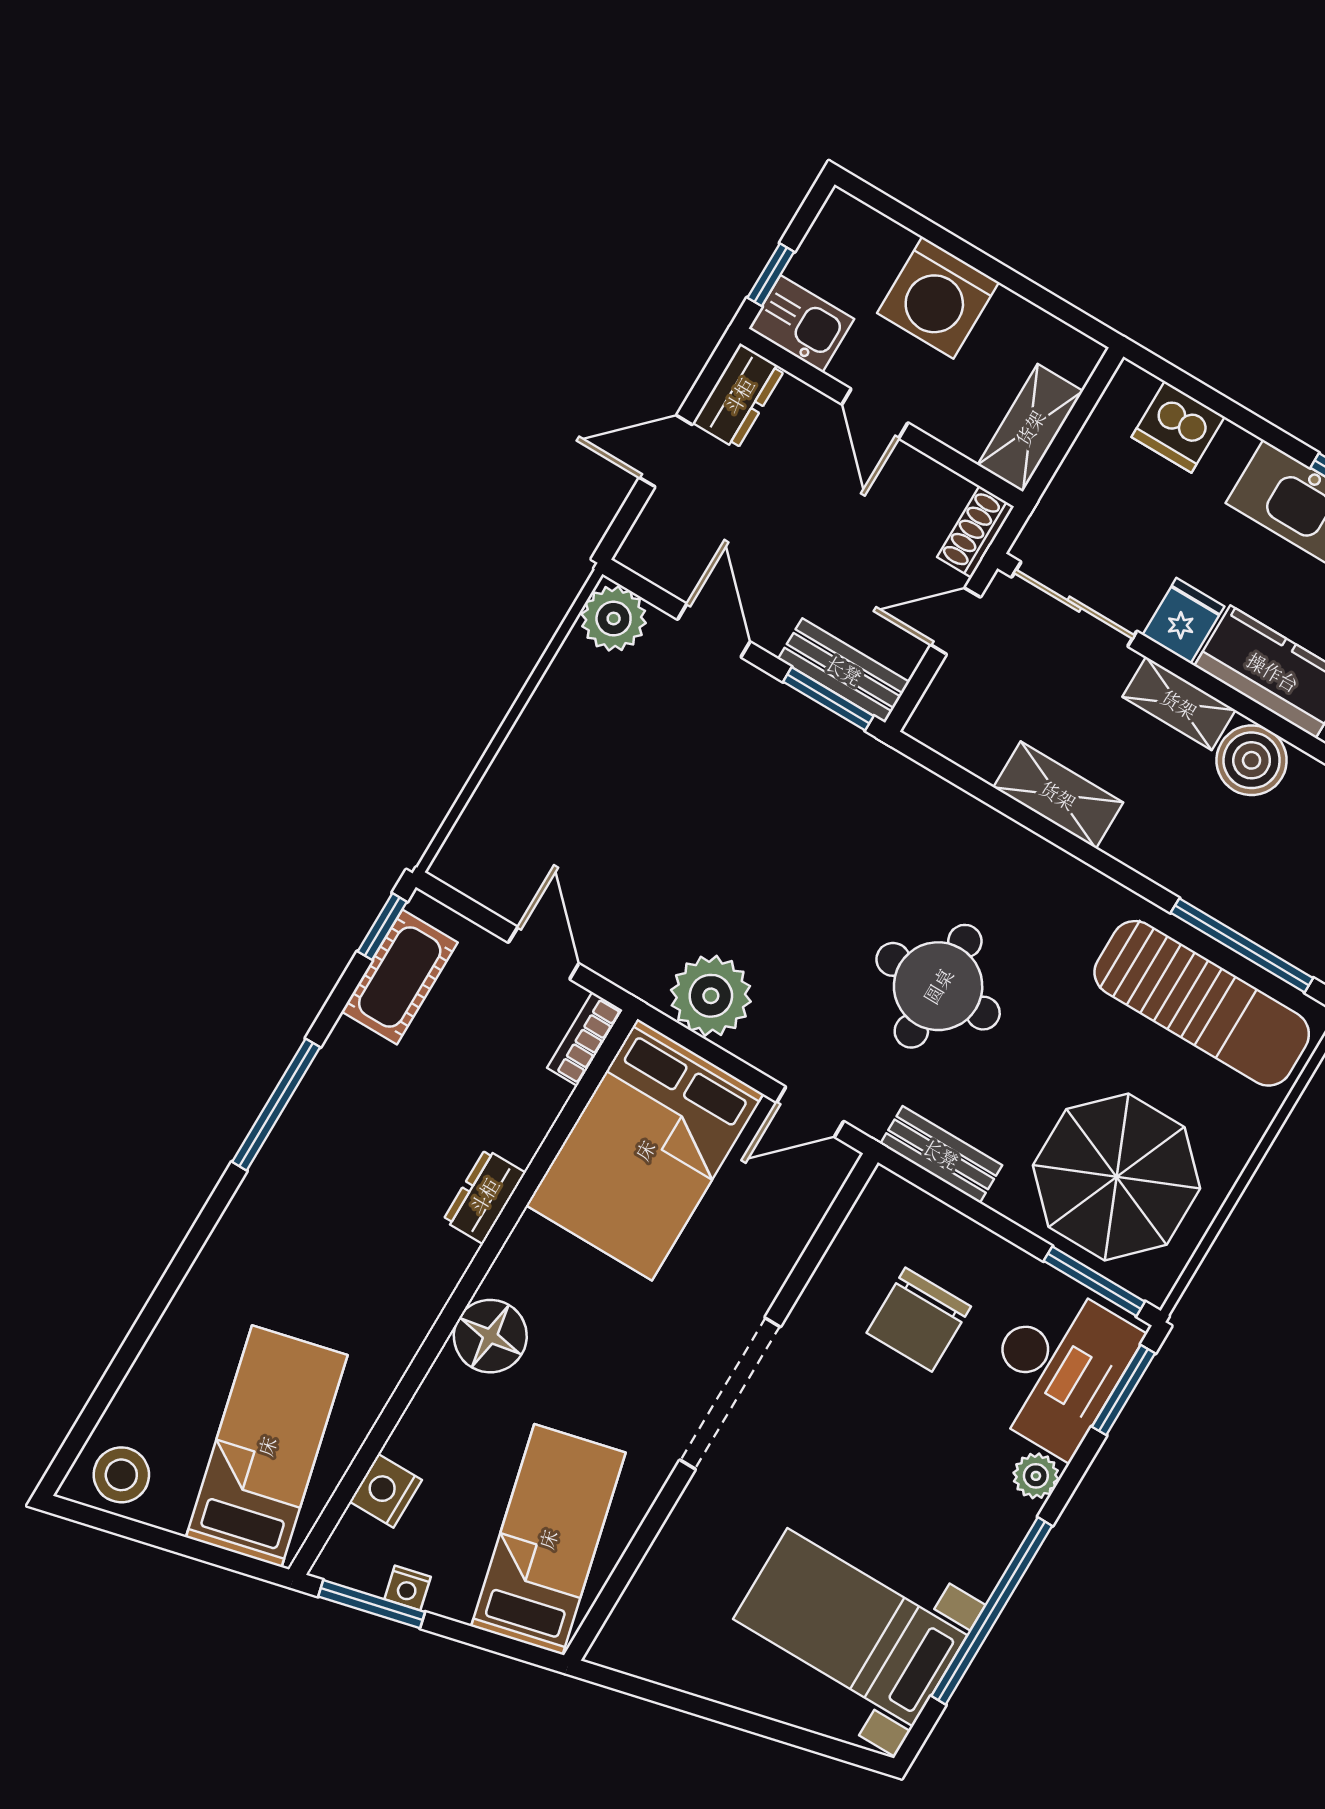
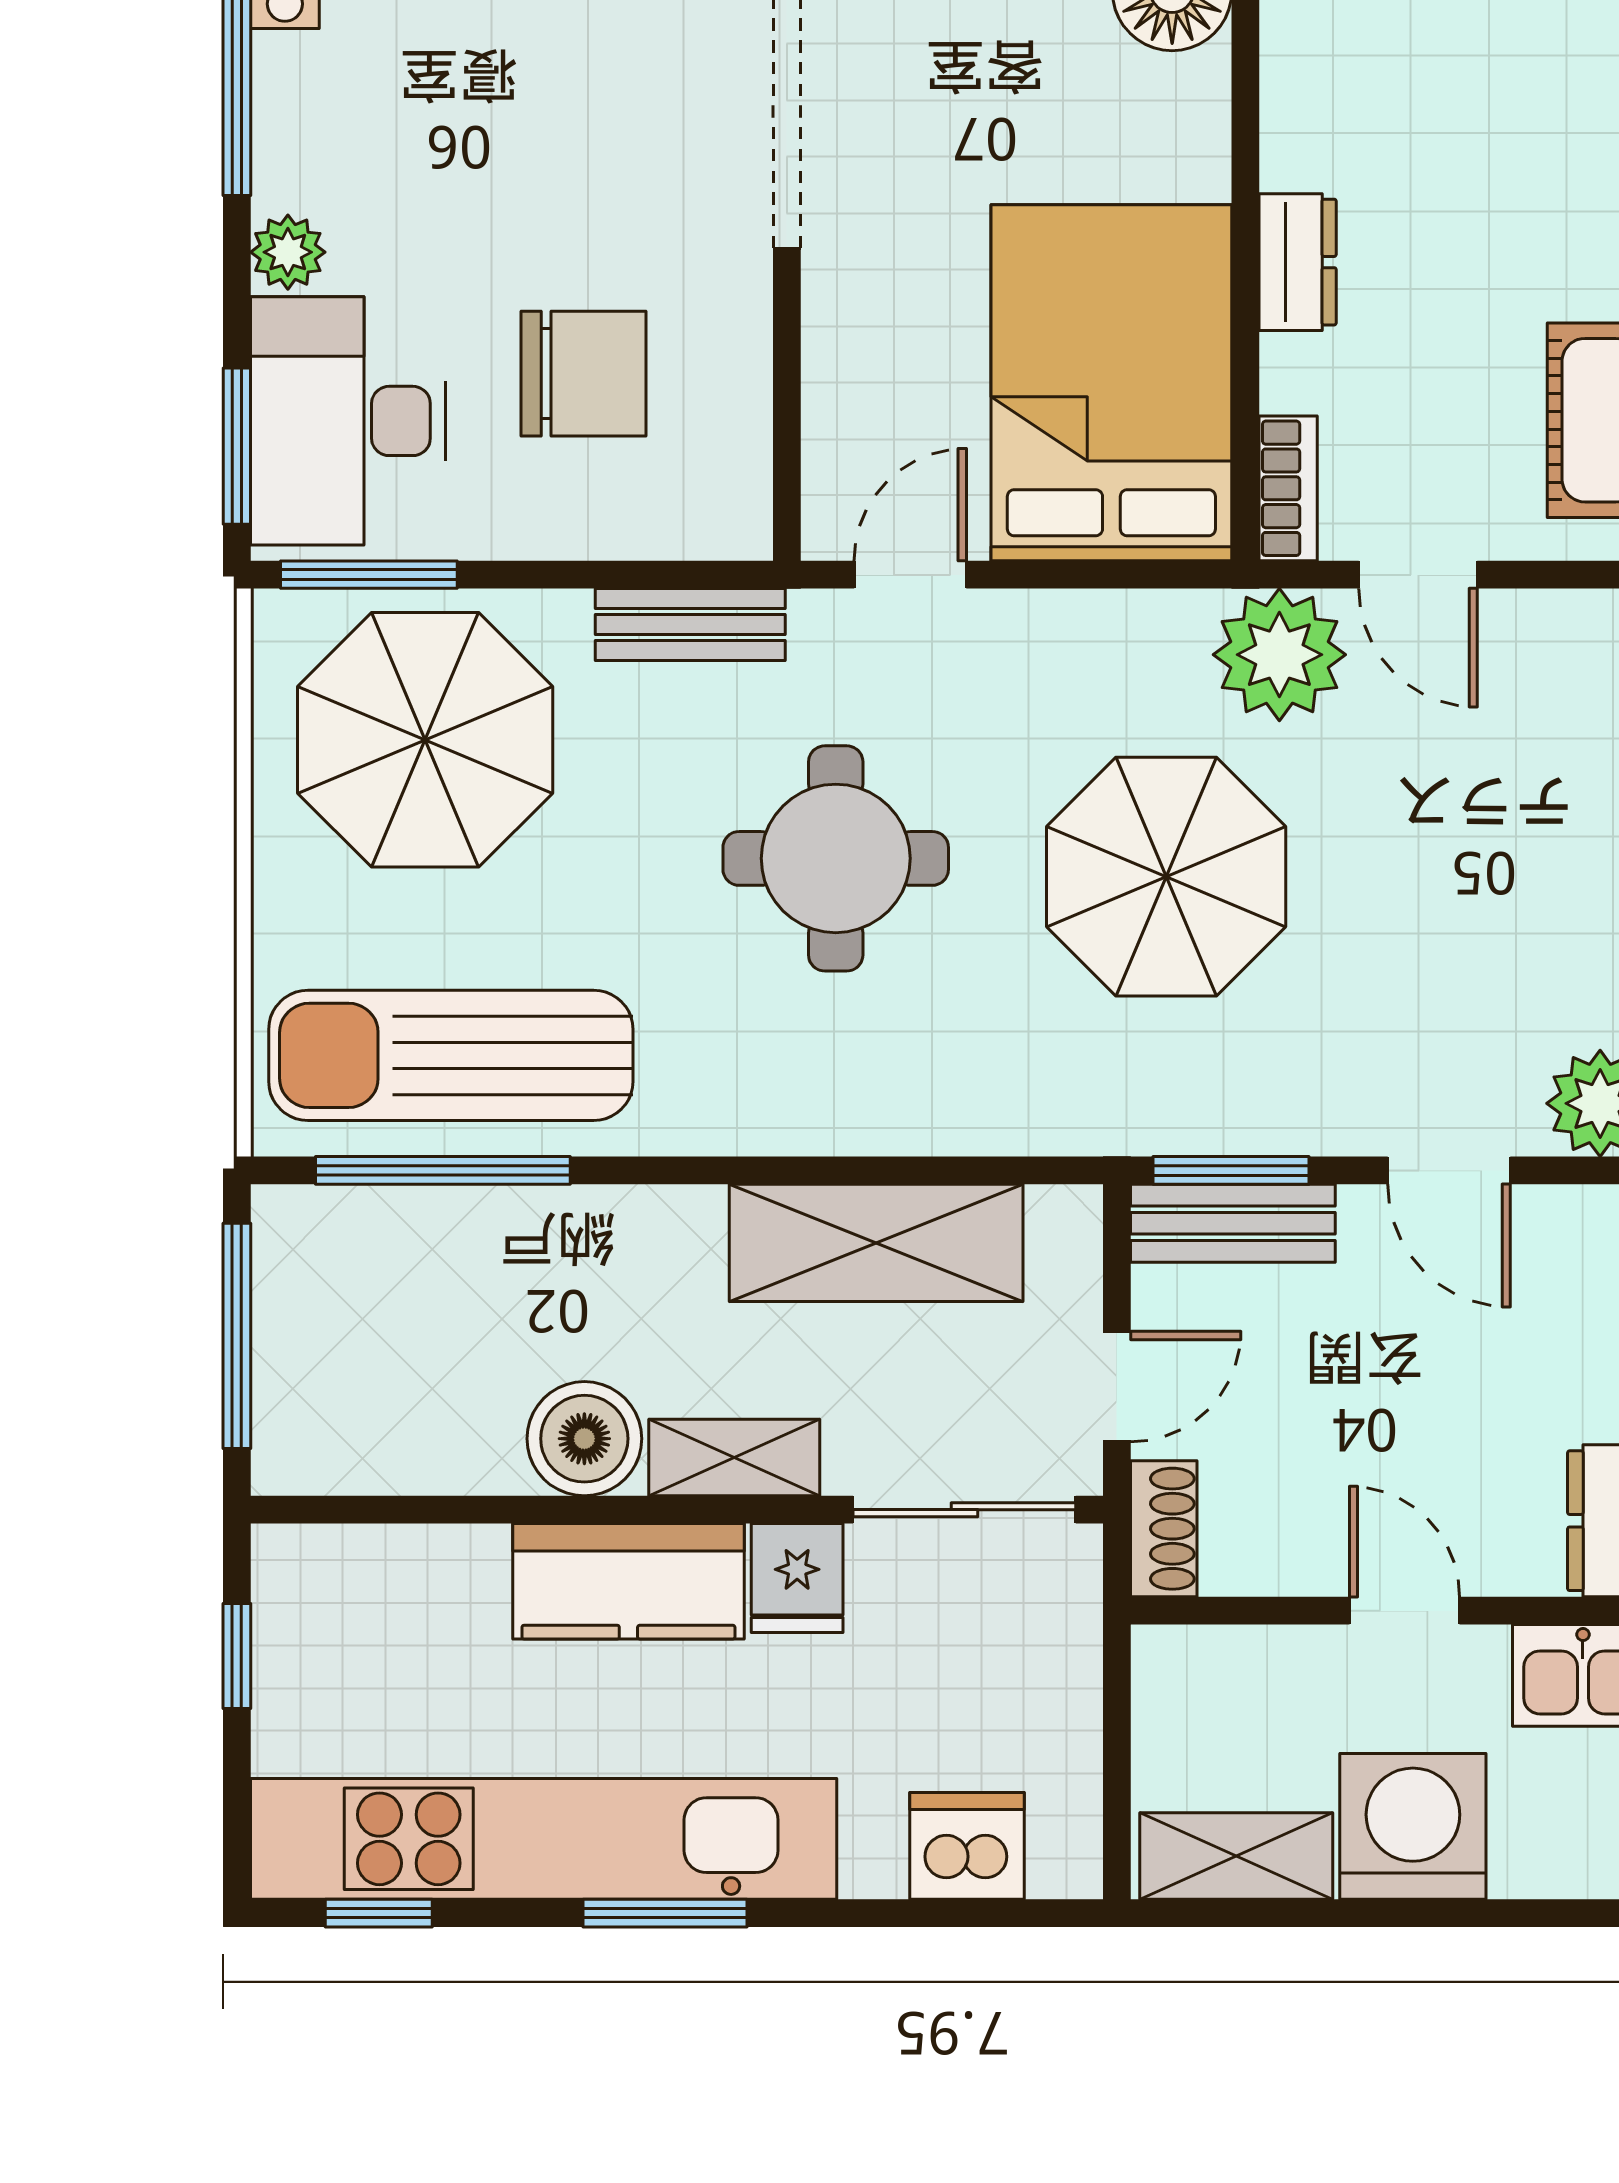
shelving: (1030, 428) -> (1236, 1856), moved, turned 90
shelving: (1058, 795) -> (876, 1243), width x1.50, depth x1.33
parasol: (770, 873) -> (1166, 877), added
plant: (711, 996) -> (1279, 655), moved
dresser: (484, 1196) -> (1298, 262), moved
chair: (919, 1320) -> (584, 374), turned 90

